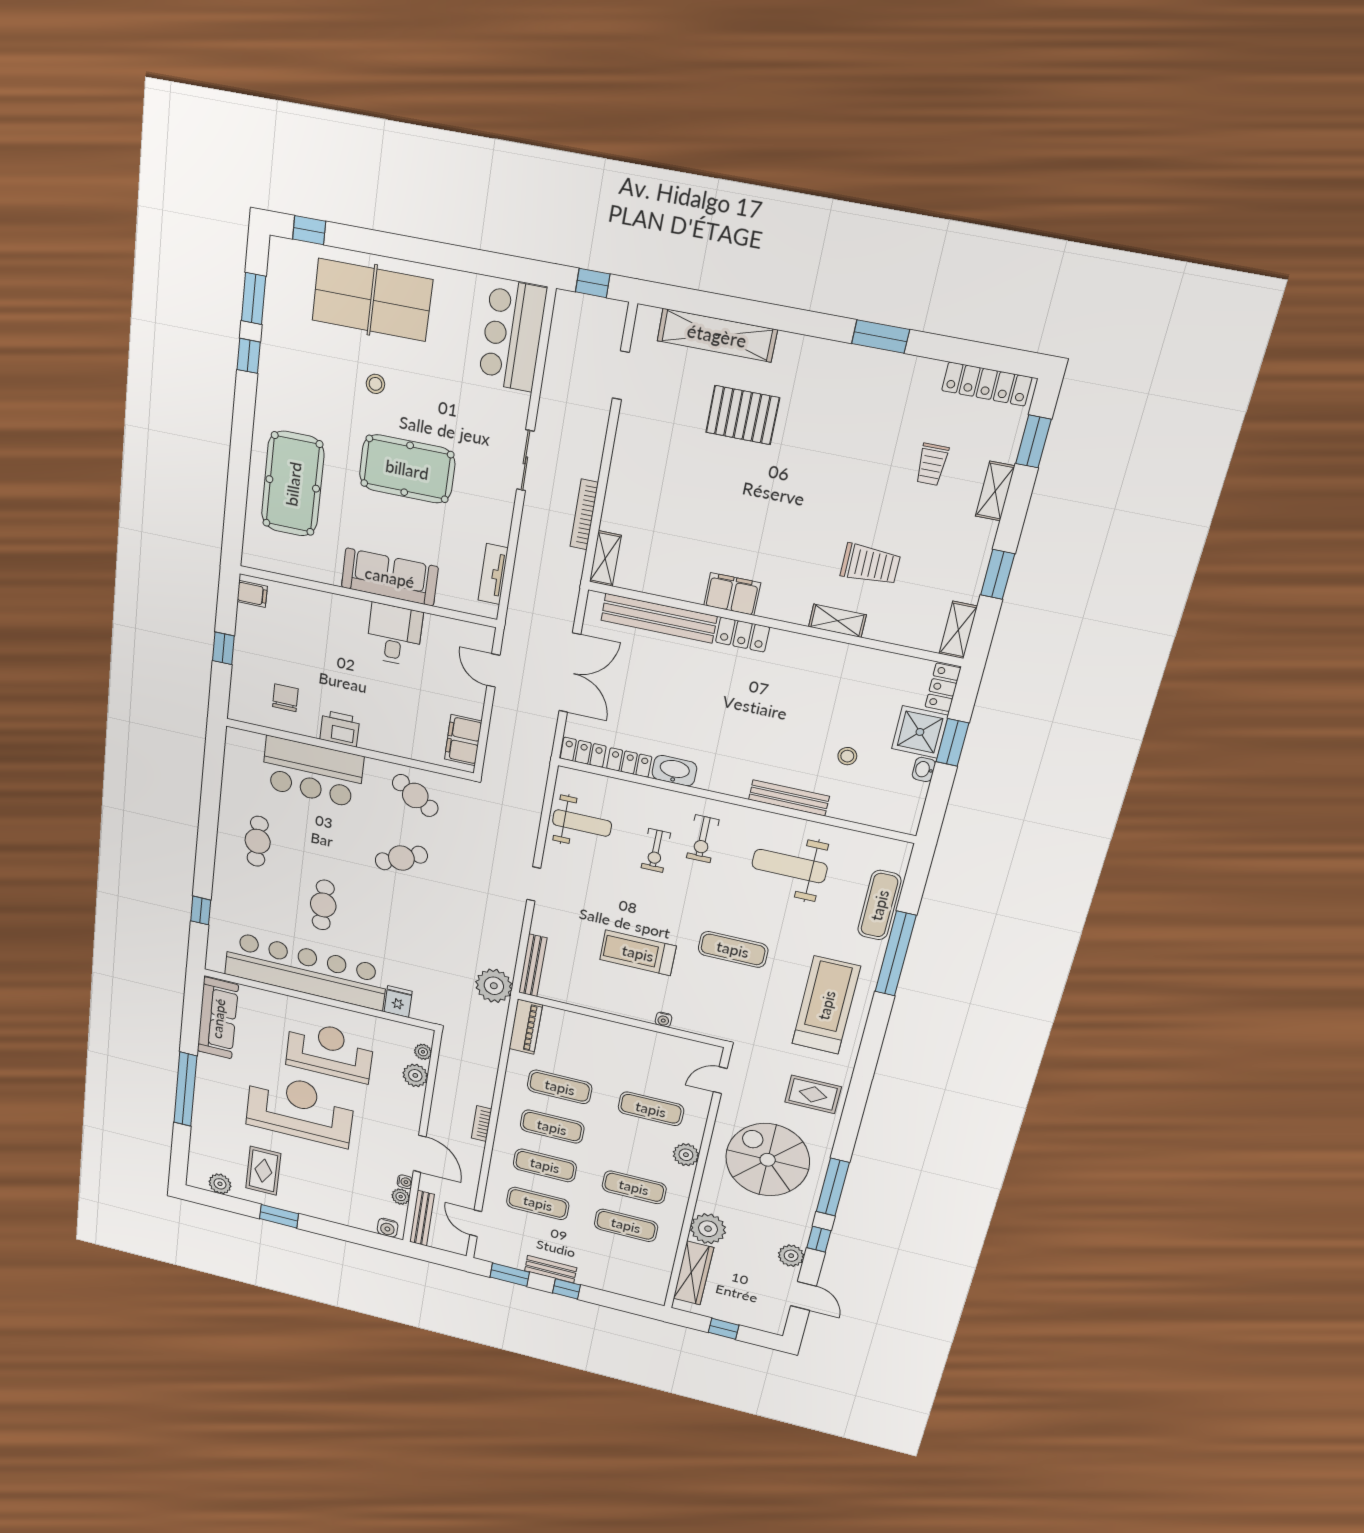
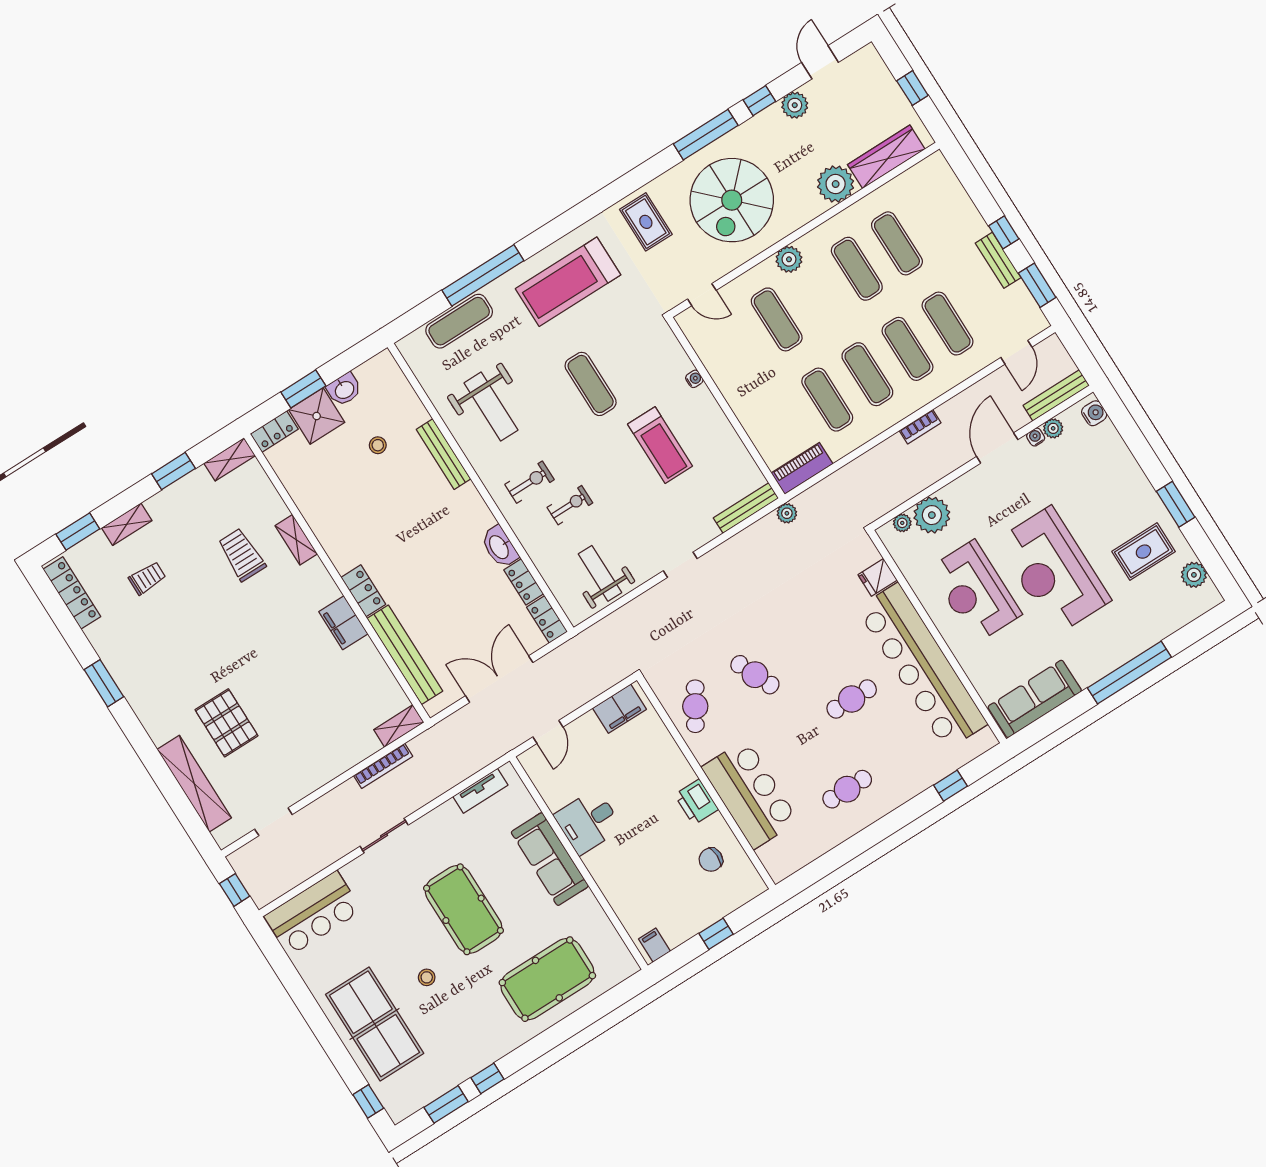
washbasin: (924, 769) -> (344, 389), width x1.38, depth x1.45
plant: (494, 986) -> (787, 513), width x0.53, depth x0.53
plant: (415, 1075) -> (932, 515), width x1.36, depth x1.36

